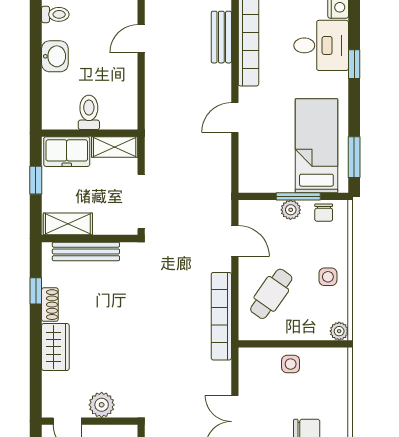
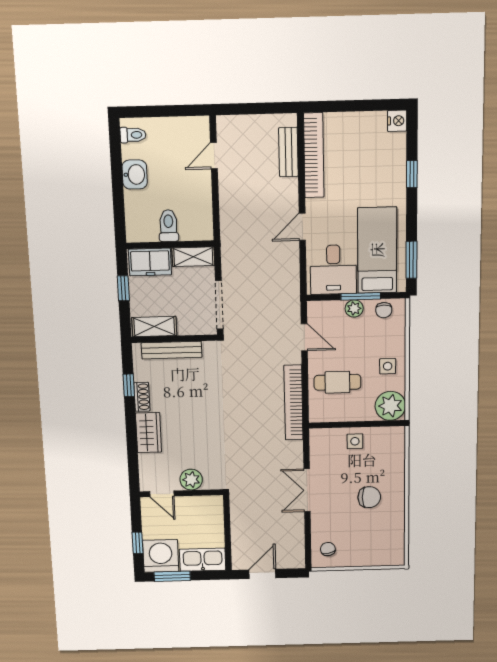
desk: (321, 45) -> (333, 270), moved, turned 90
cafe table: (271, 294) -> (337, 382), turned 55
plant: (339, 331) -> (390, 406), width x1.87, depth x1.87

